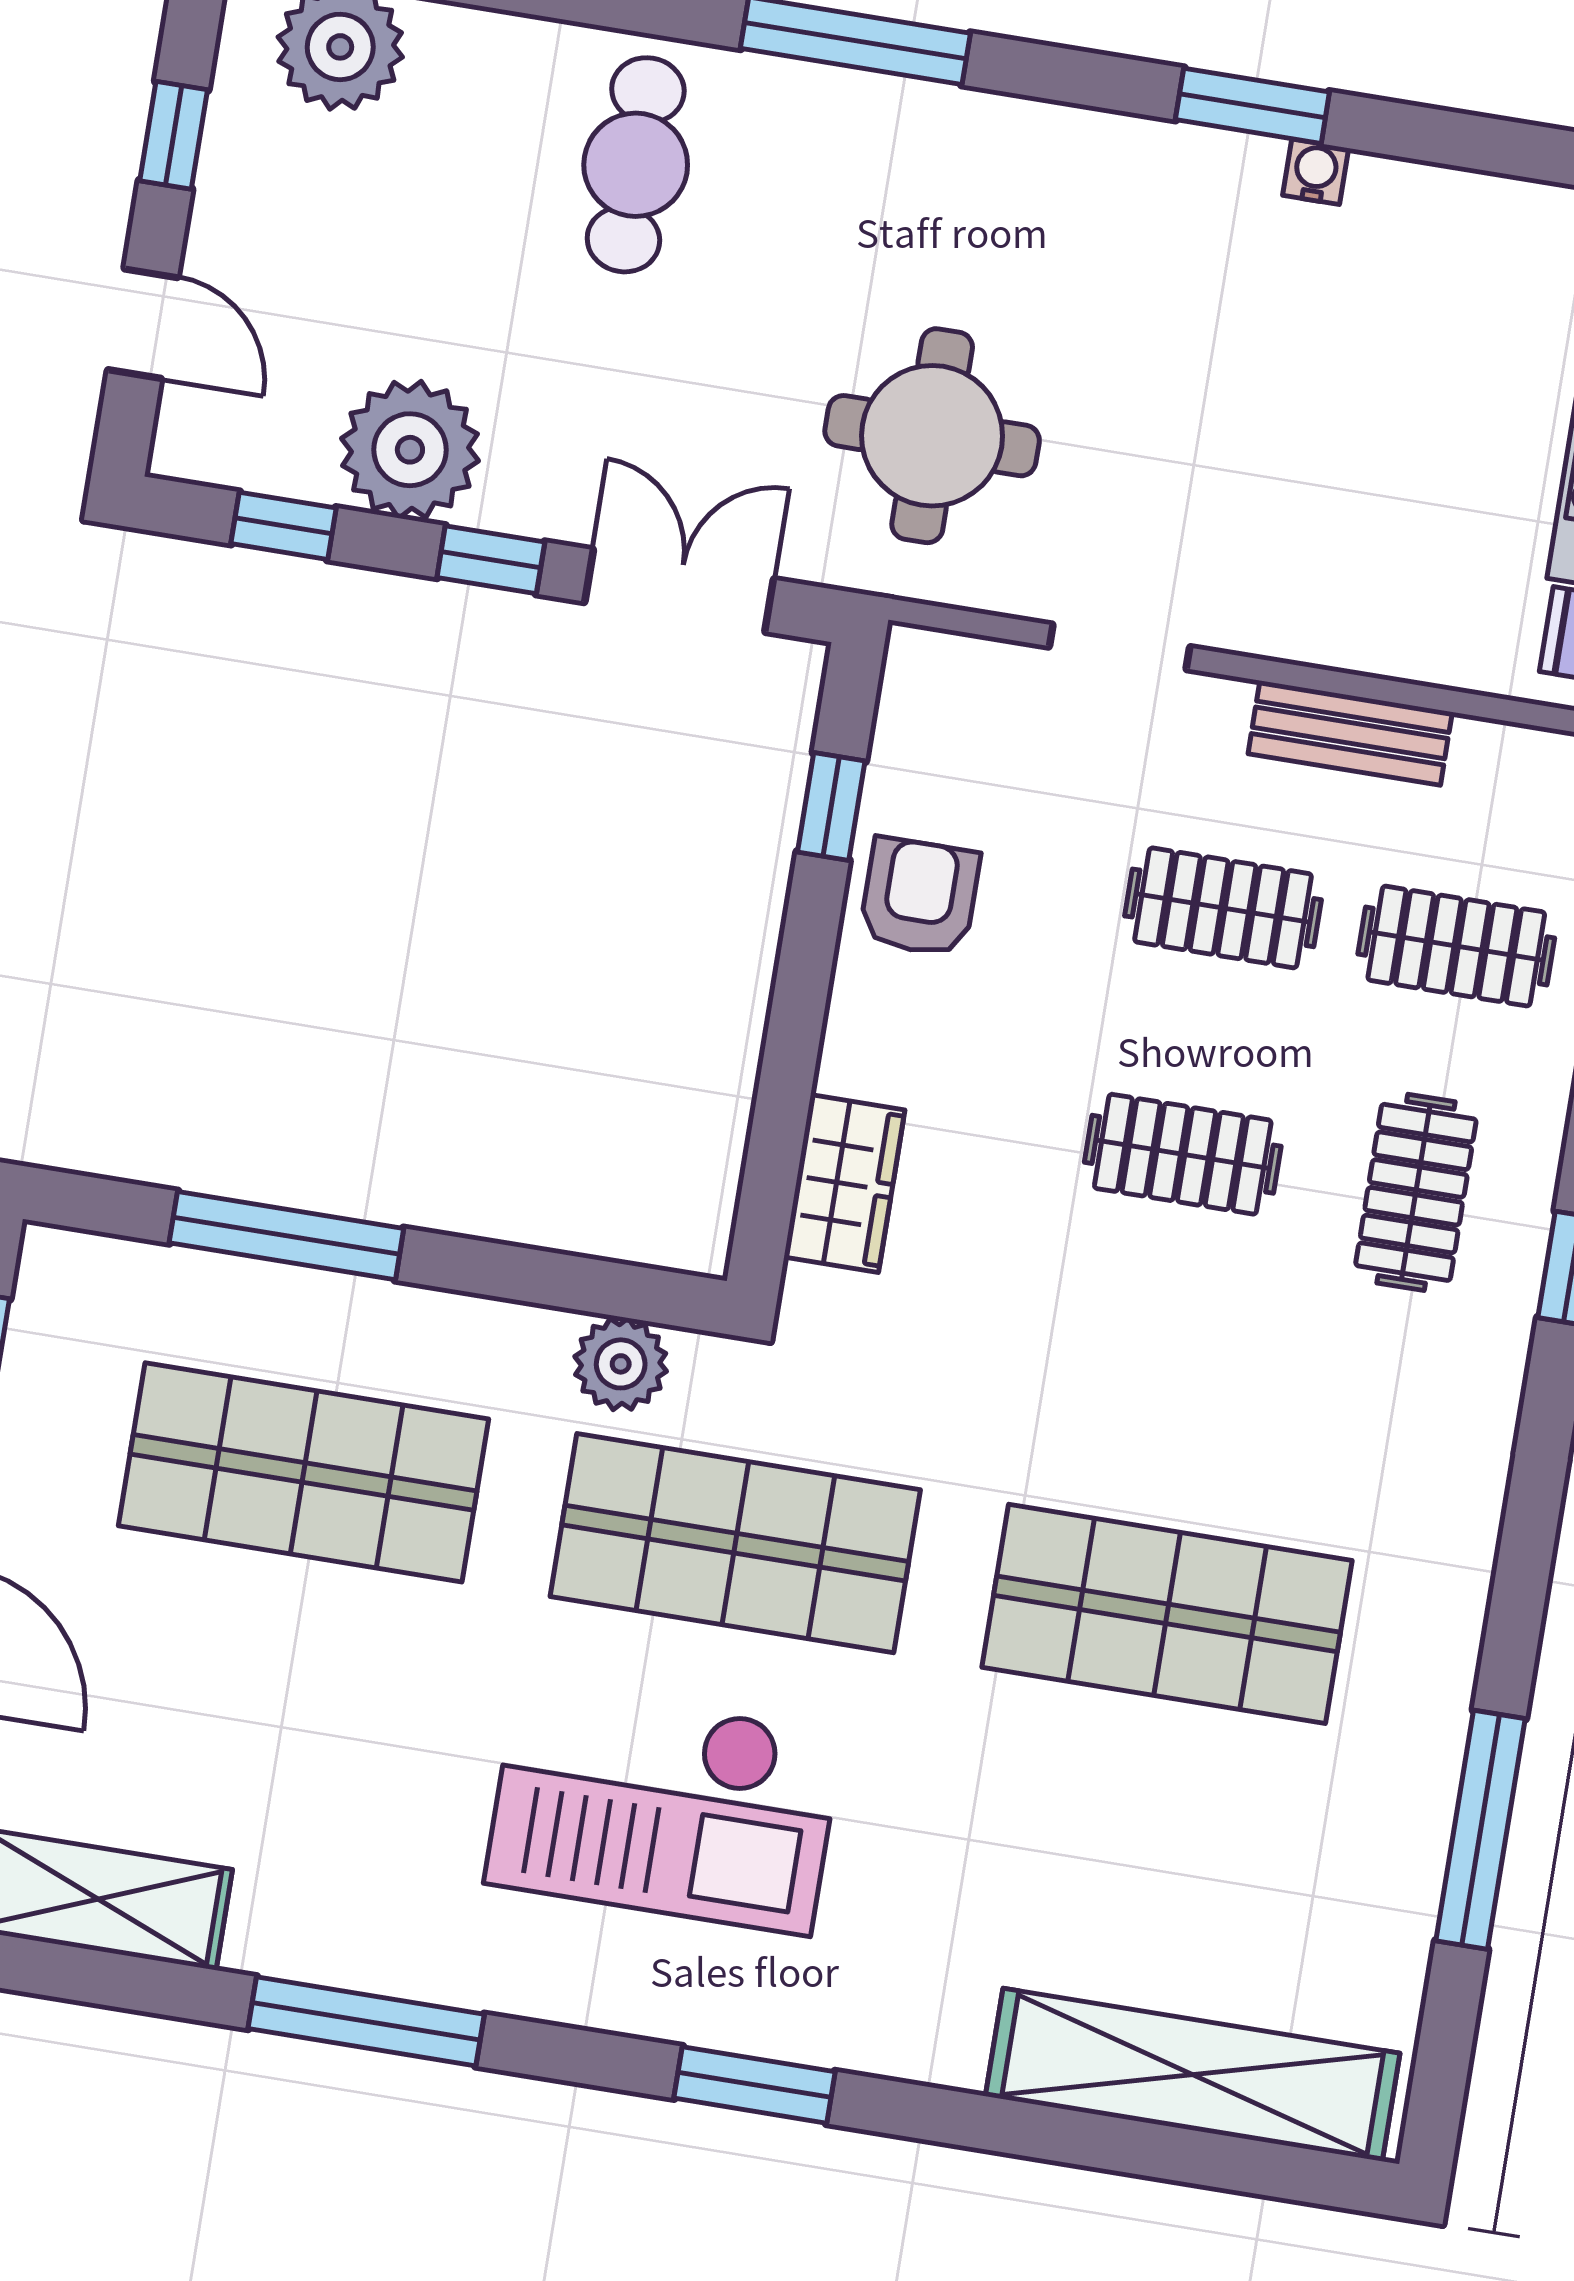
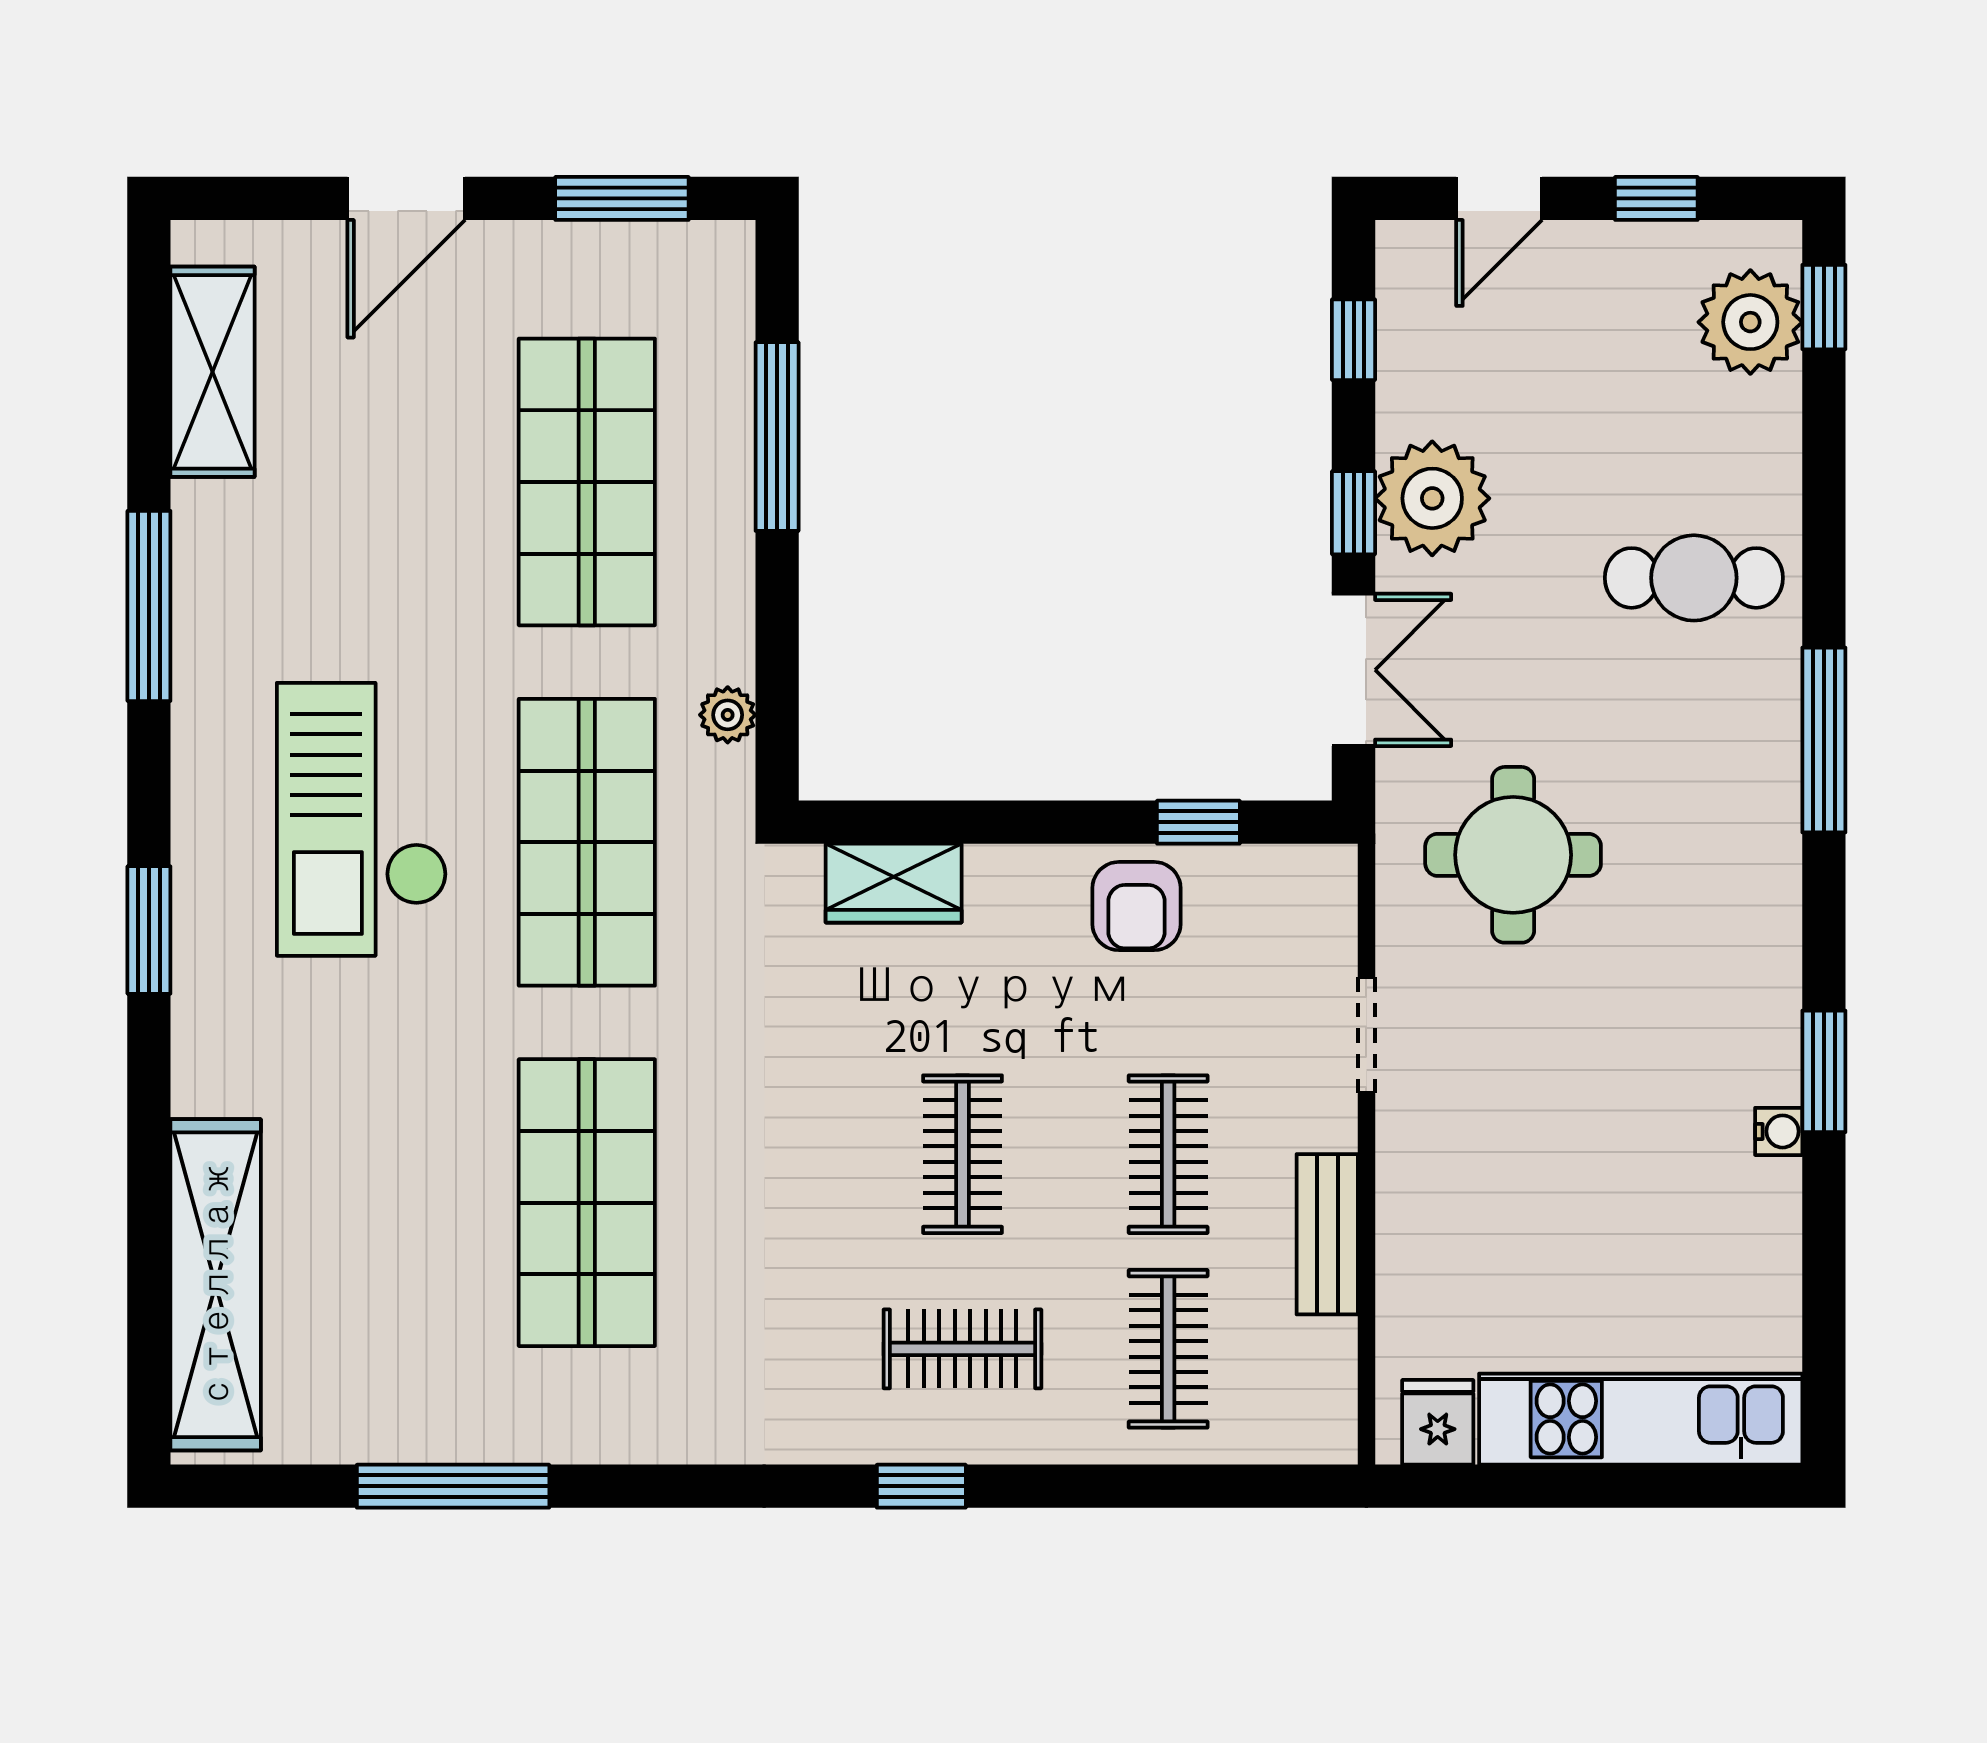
plant: (410, 450) -> (1432, 498), moved
armchair: (920, 897) -> (1137, 906), turned 90
plant: (621, 1364) -> (728, 715), width x0.73, depth x0.73

